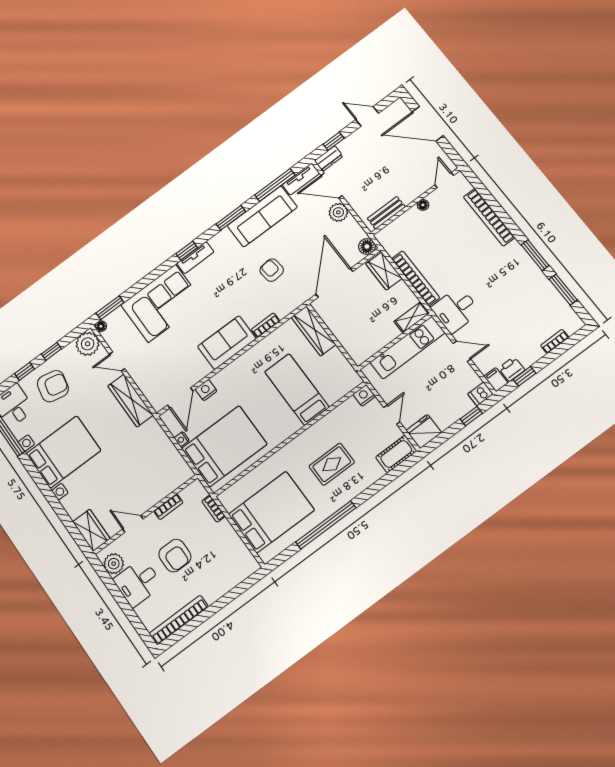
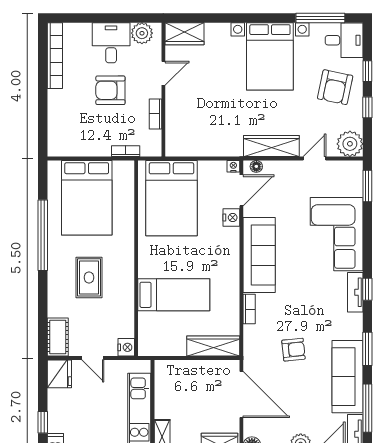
floor lamp: (101, 326) -> (256, 166), moved
sofa: (227, 343) -> (259, 255), width x1.36
door: (180, 398) -> (241, 190), swing flipped
nightstand: (182, 439) -> (233, 166), moved

